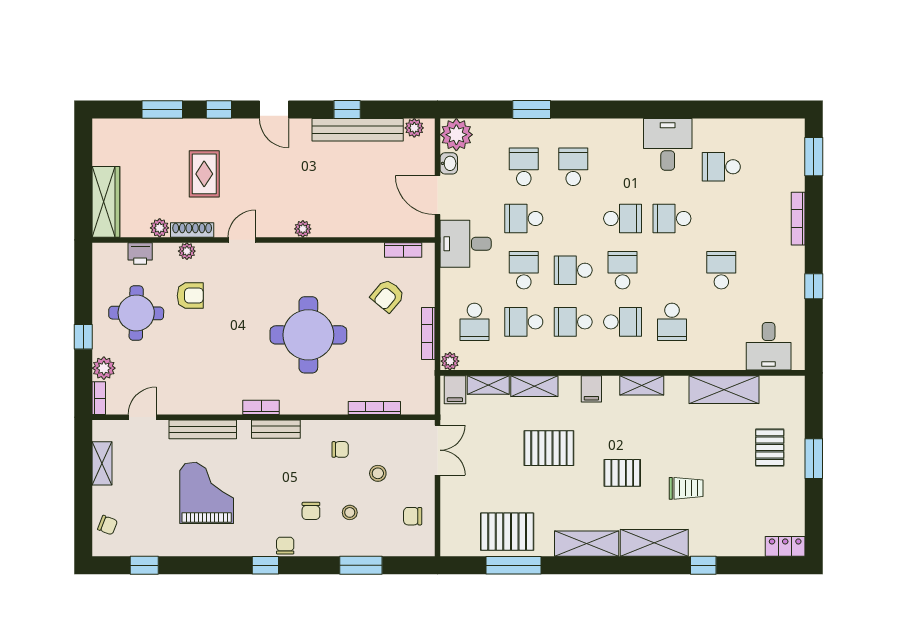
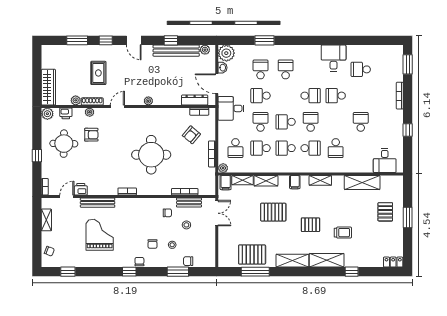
dresser: (394, 227) -> (195, 100), added
plant: (104, 368) -> (47, 114), moved
printer: (170, 403) -> (81, 189), added
bench: (276, 429) -> (189, 203), moved
chair: (413, 516) -> (188, 261), moved

